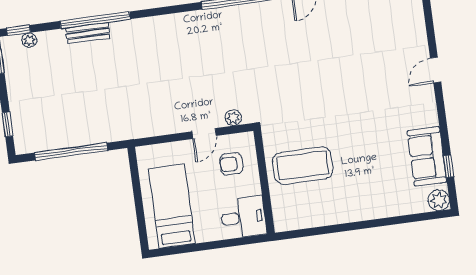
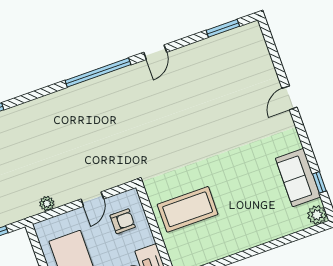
plant: (233, 118) -> (47, 203), moved
armchair: (231, 164) -> (123, 221), turned 180

